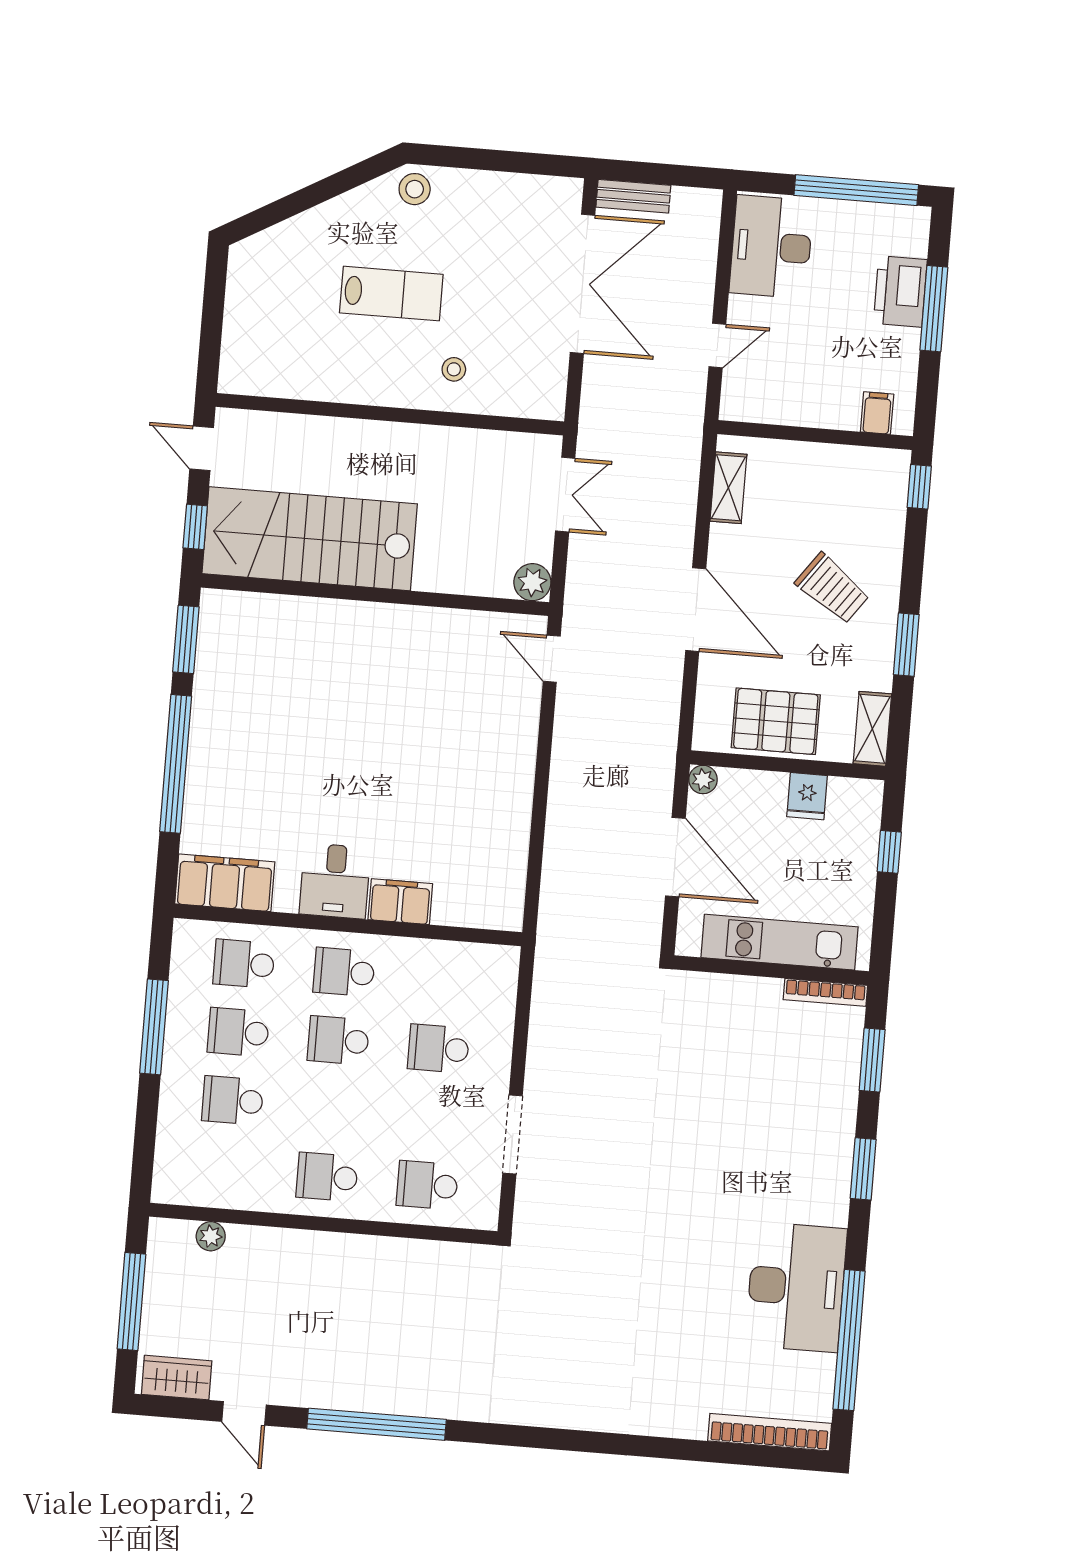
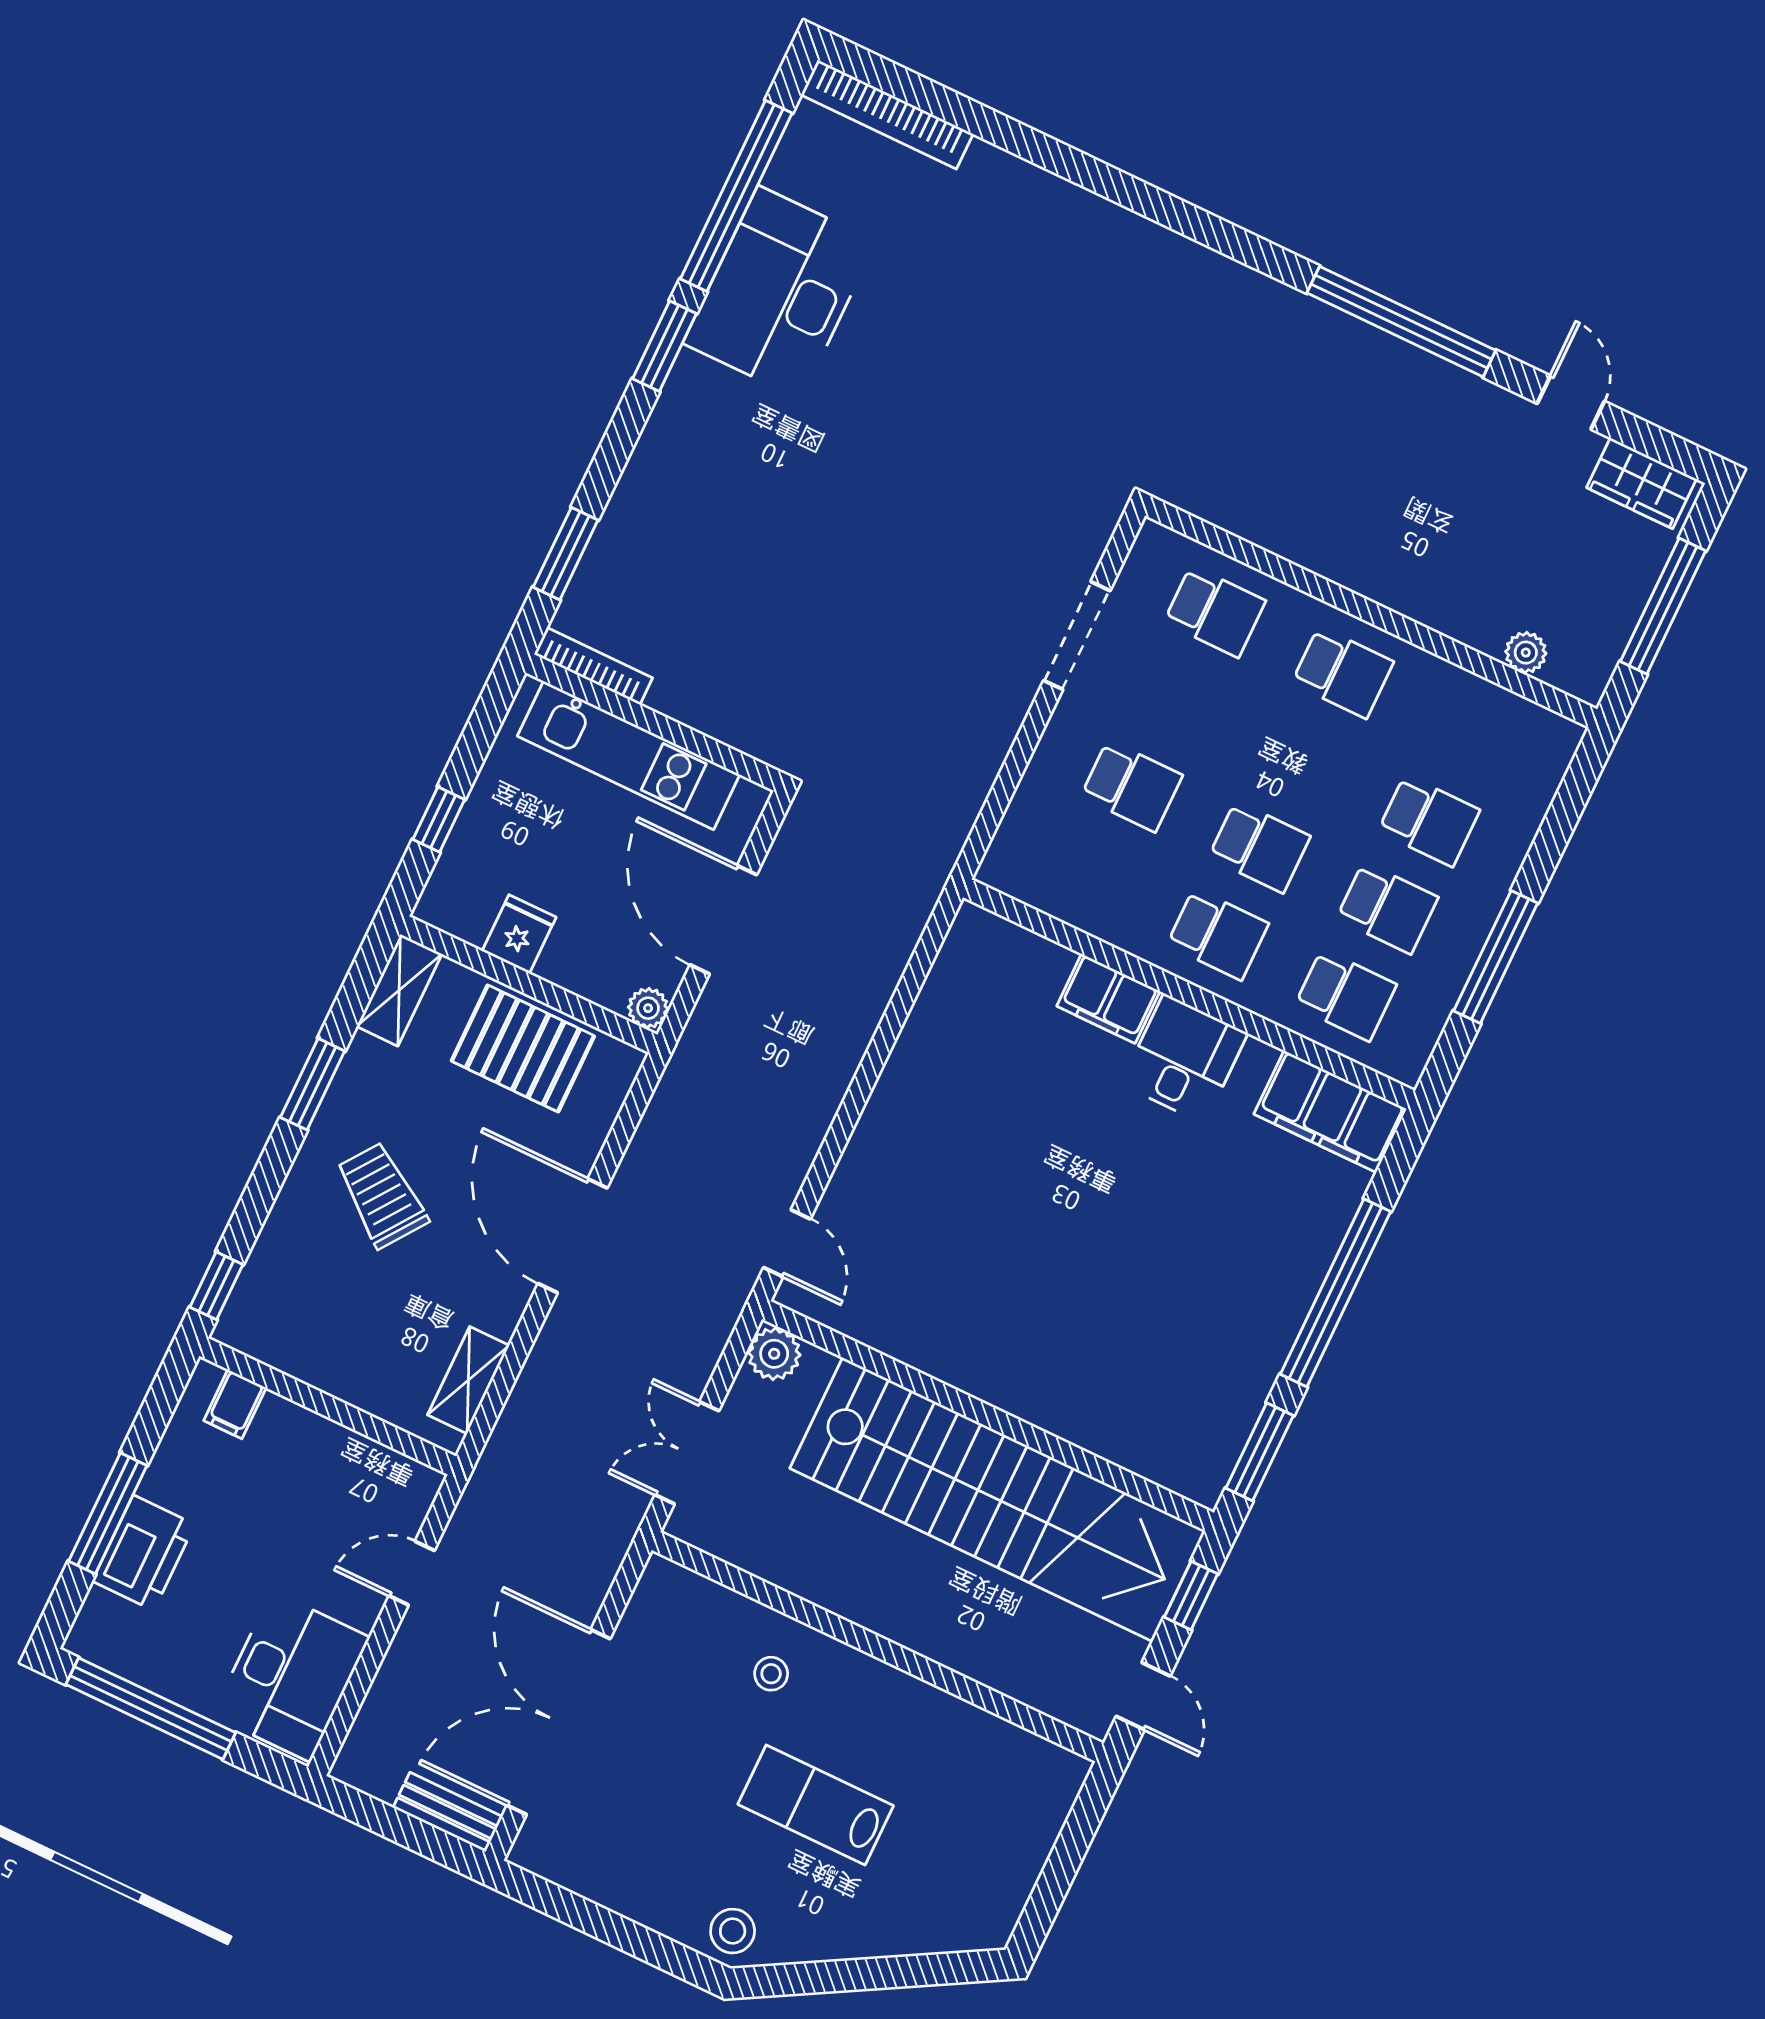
stairs: (310, 539) -> (998, 1500), width x1.36
window: (863, 1169) -> (665, 346), moved

